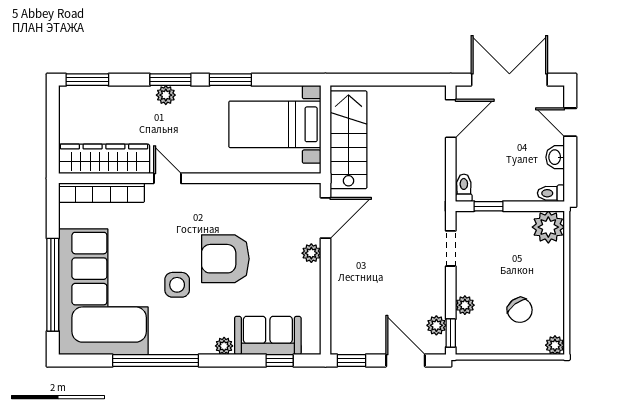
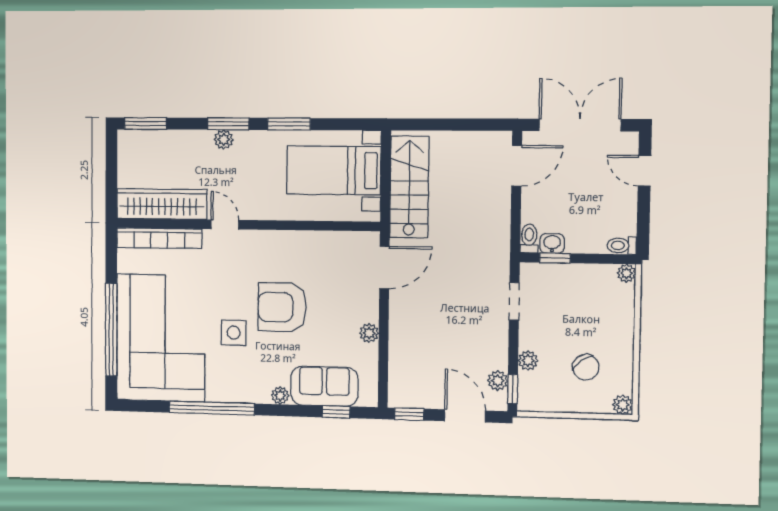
washbasin: (555, 157) -> (552, 243), moved, turned 90
plant: (548, 227) -> (627, 273), width x0.53, depth x0.53
plant: (311, 253) -> (369, 333), moved

